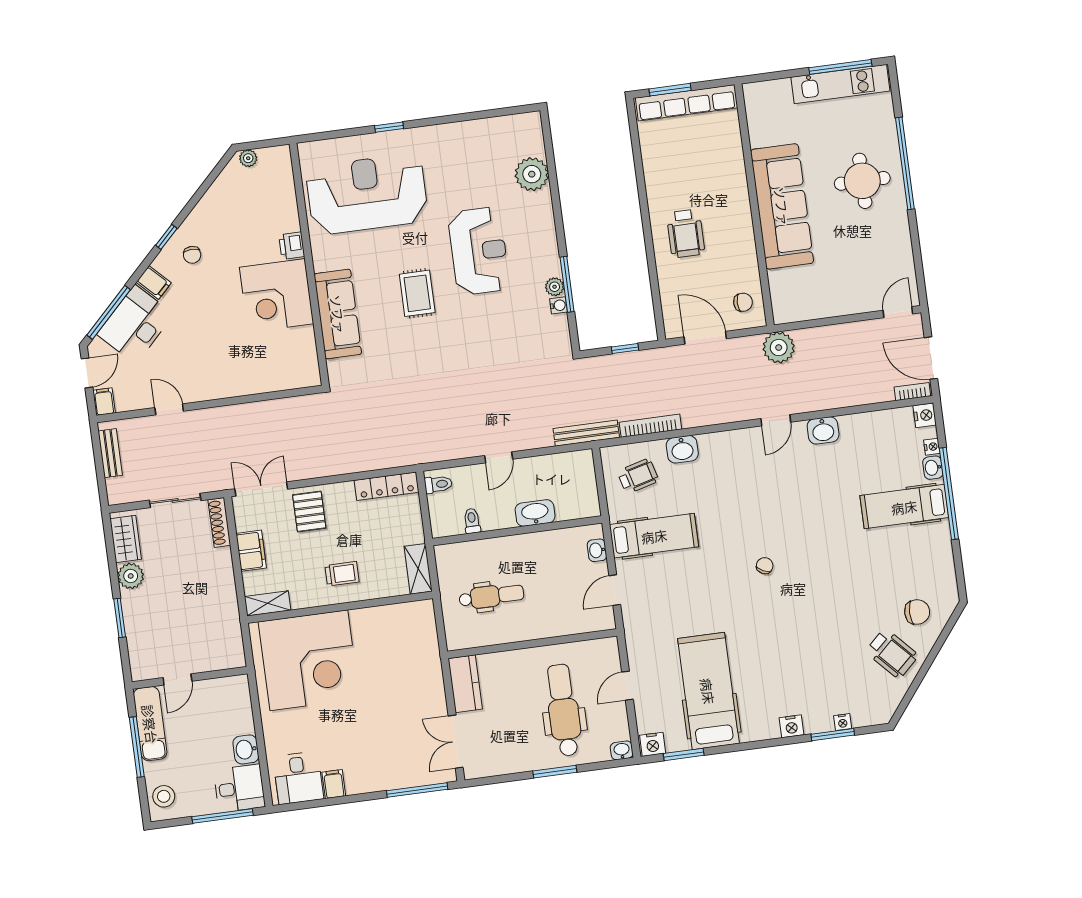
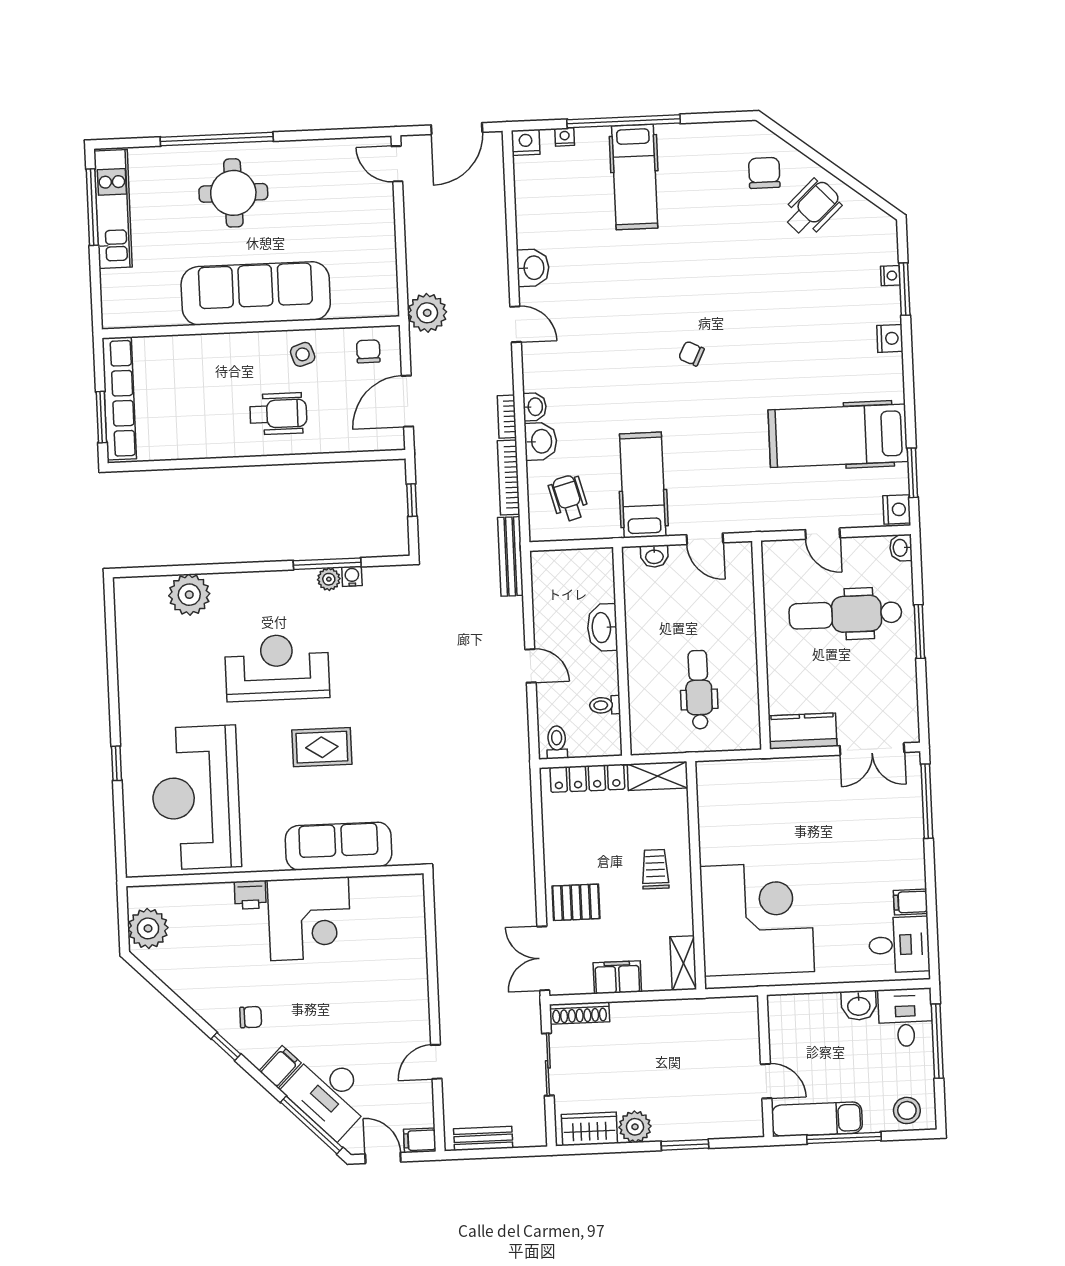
plant: (248, 158) -> (148, 928), width x1.88, depth x1.88
side table: (736, 249) -> (303, 354), added
bookcase: (912, 392) -> (507, 417), moved
washbasin: (933, 468) -> (535, 407), moved, turned -90
locker: (387, 486) -> (587, 778), moved, turned 90

